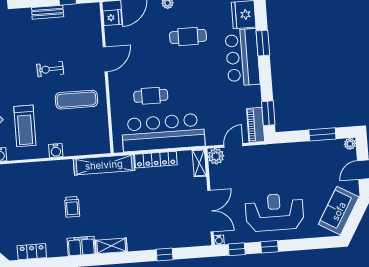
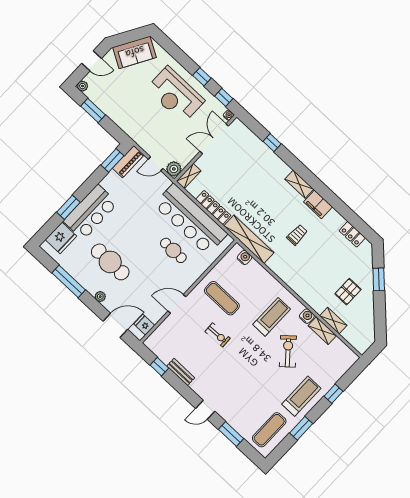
cafe table: (188, 36) -> (110, 262), width x1.37, depth x1.35
water cooler: (56, 151) -> (245, 257), moved

